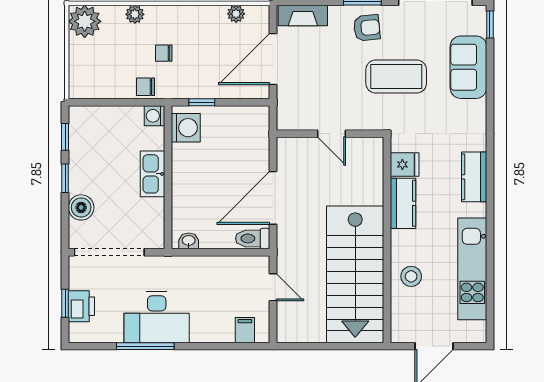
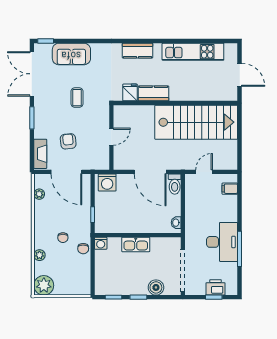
armchair: (367, 28) -> (68, 141), moved
coffee table: (396, 77) -> (77, 98), width x0.54, depth x0.58
washing machine: (186, 128) -> (107, 182), moved, turned 180
stool: (411, 276) -> (197, 89), removed

